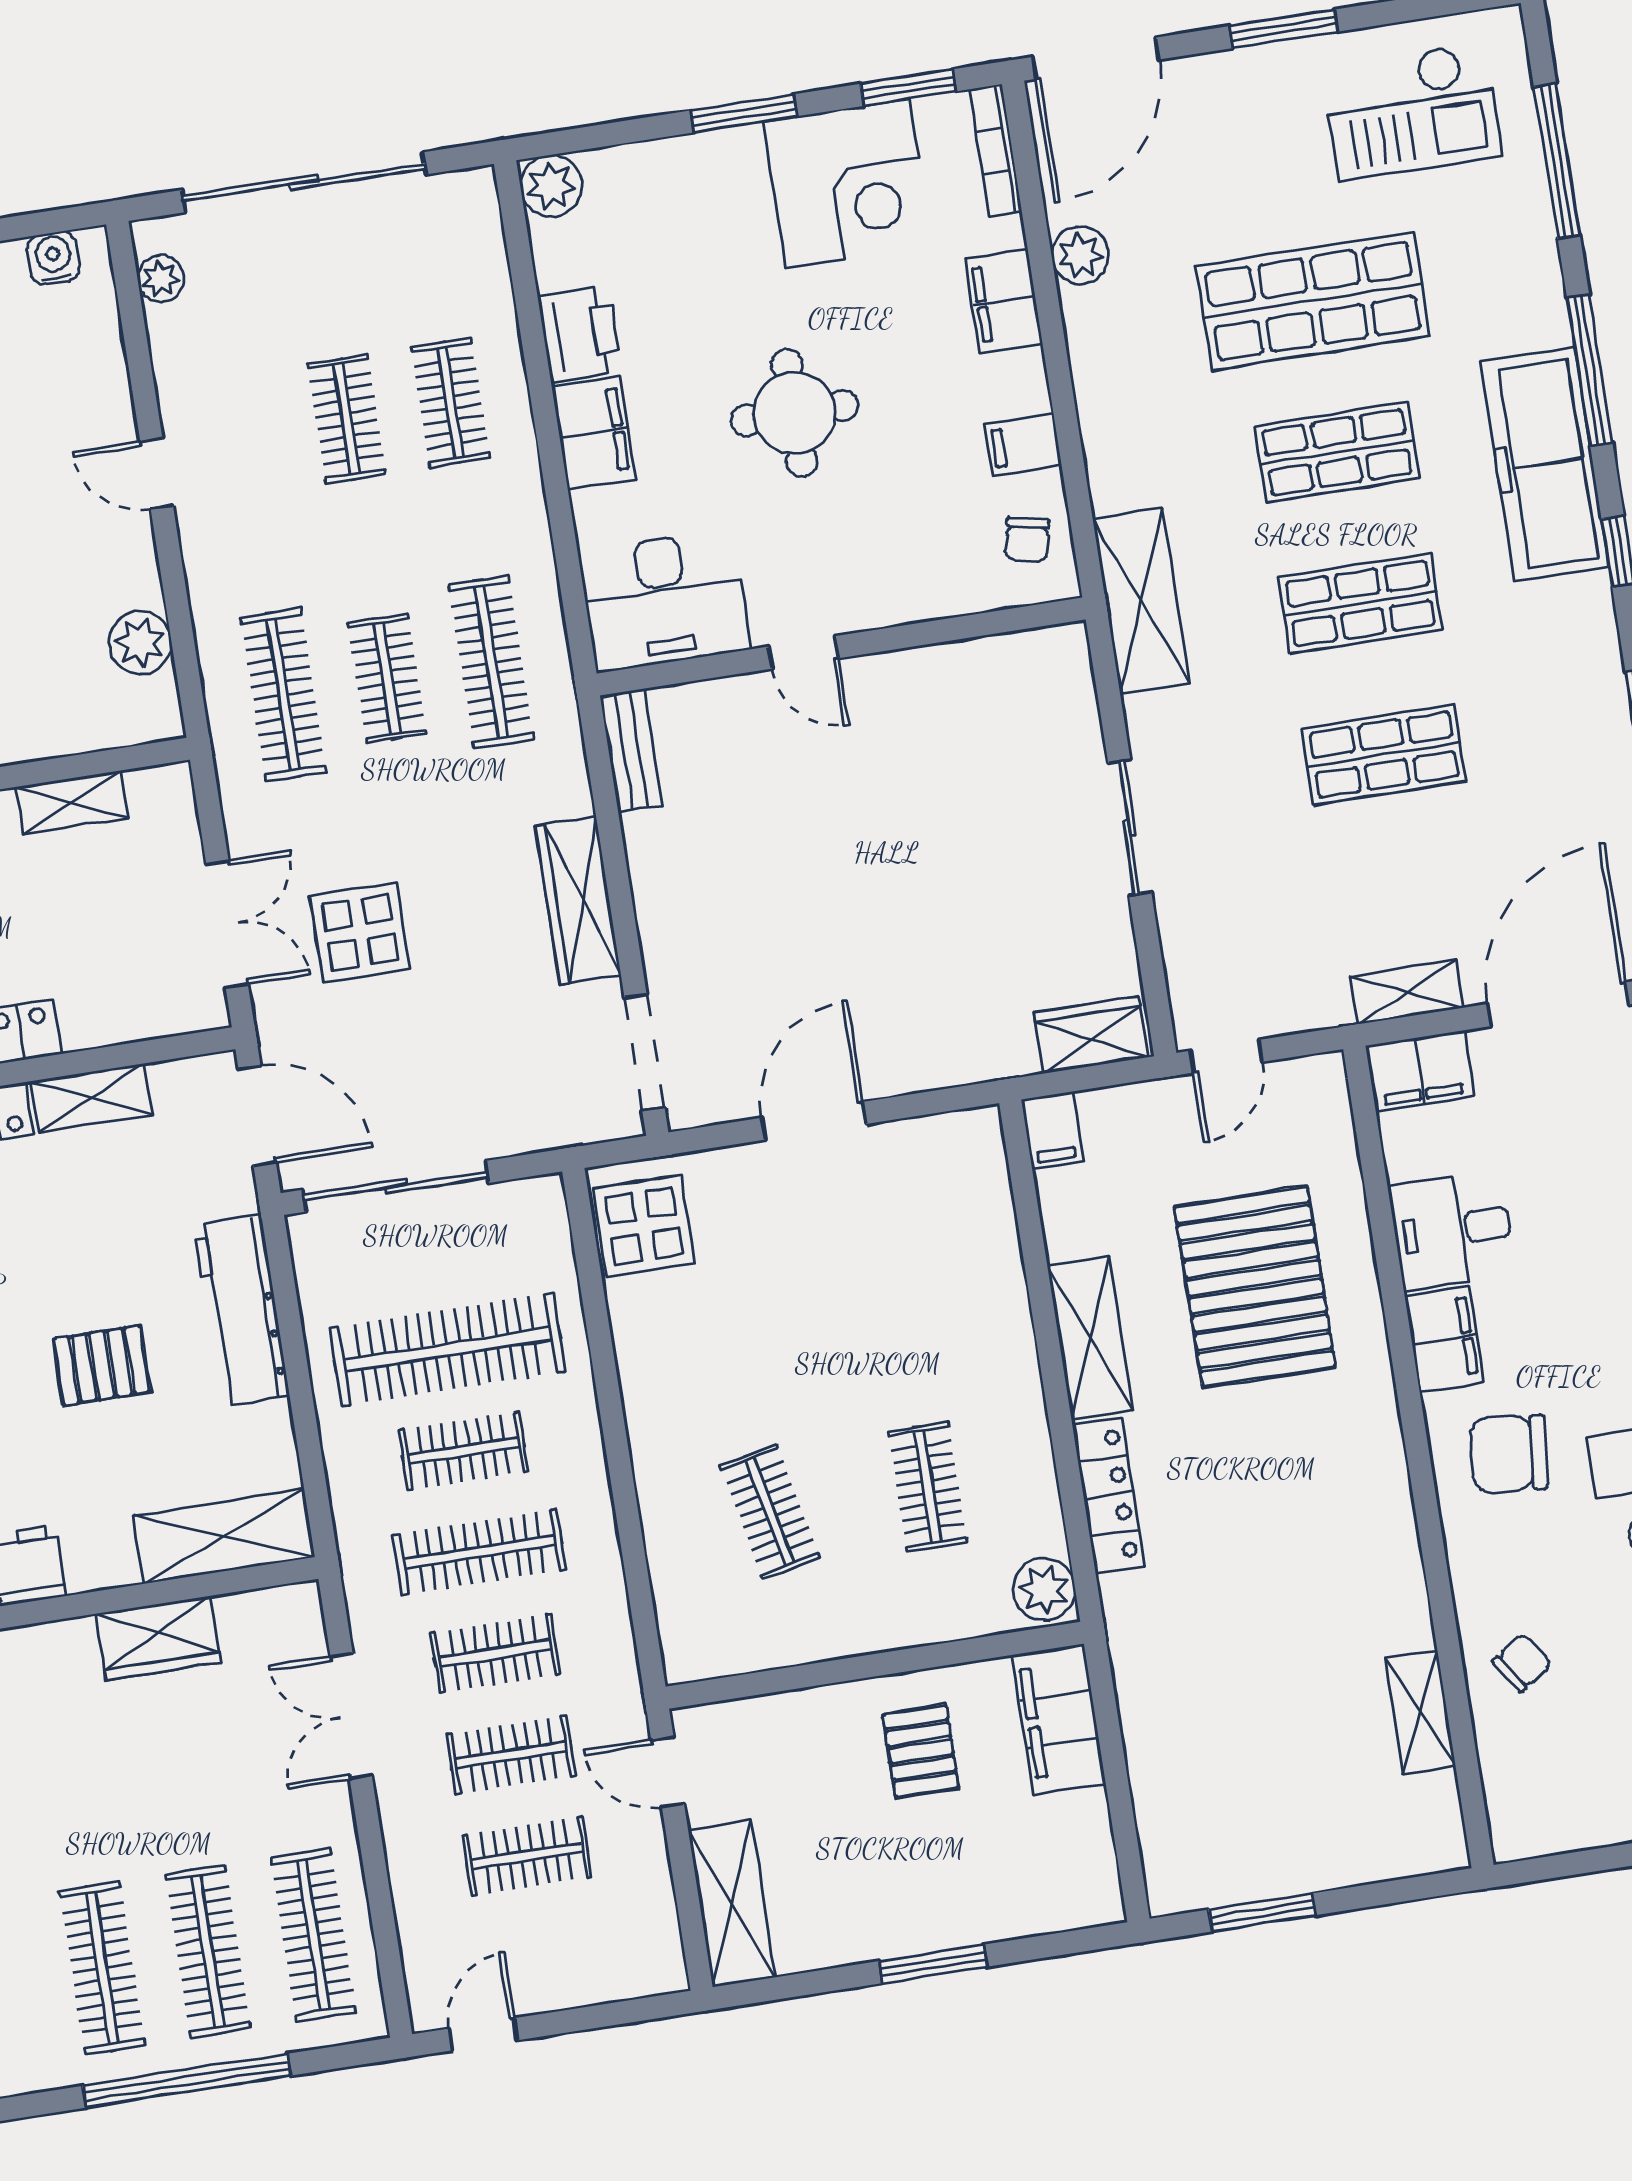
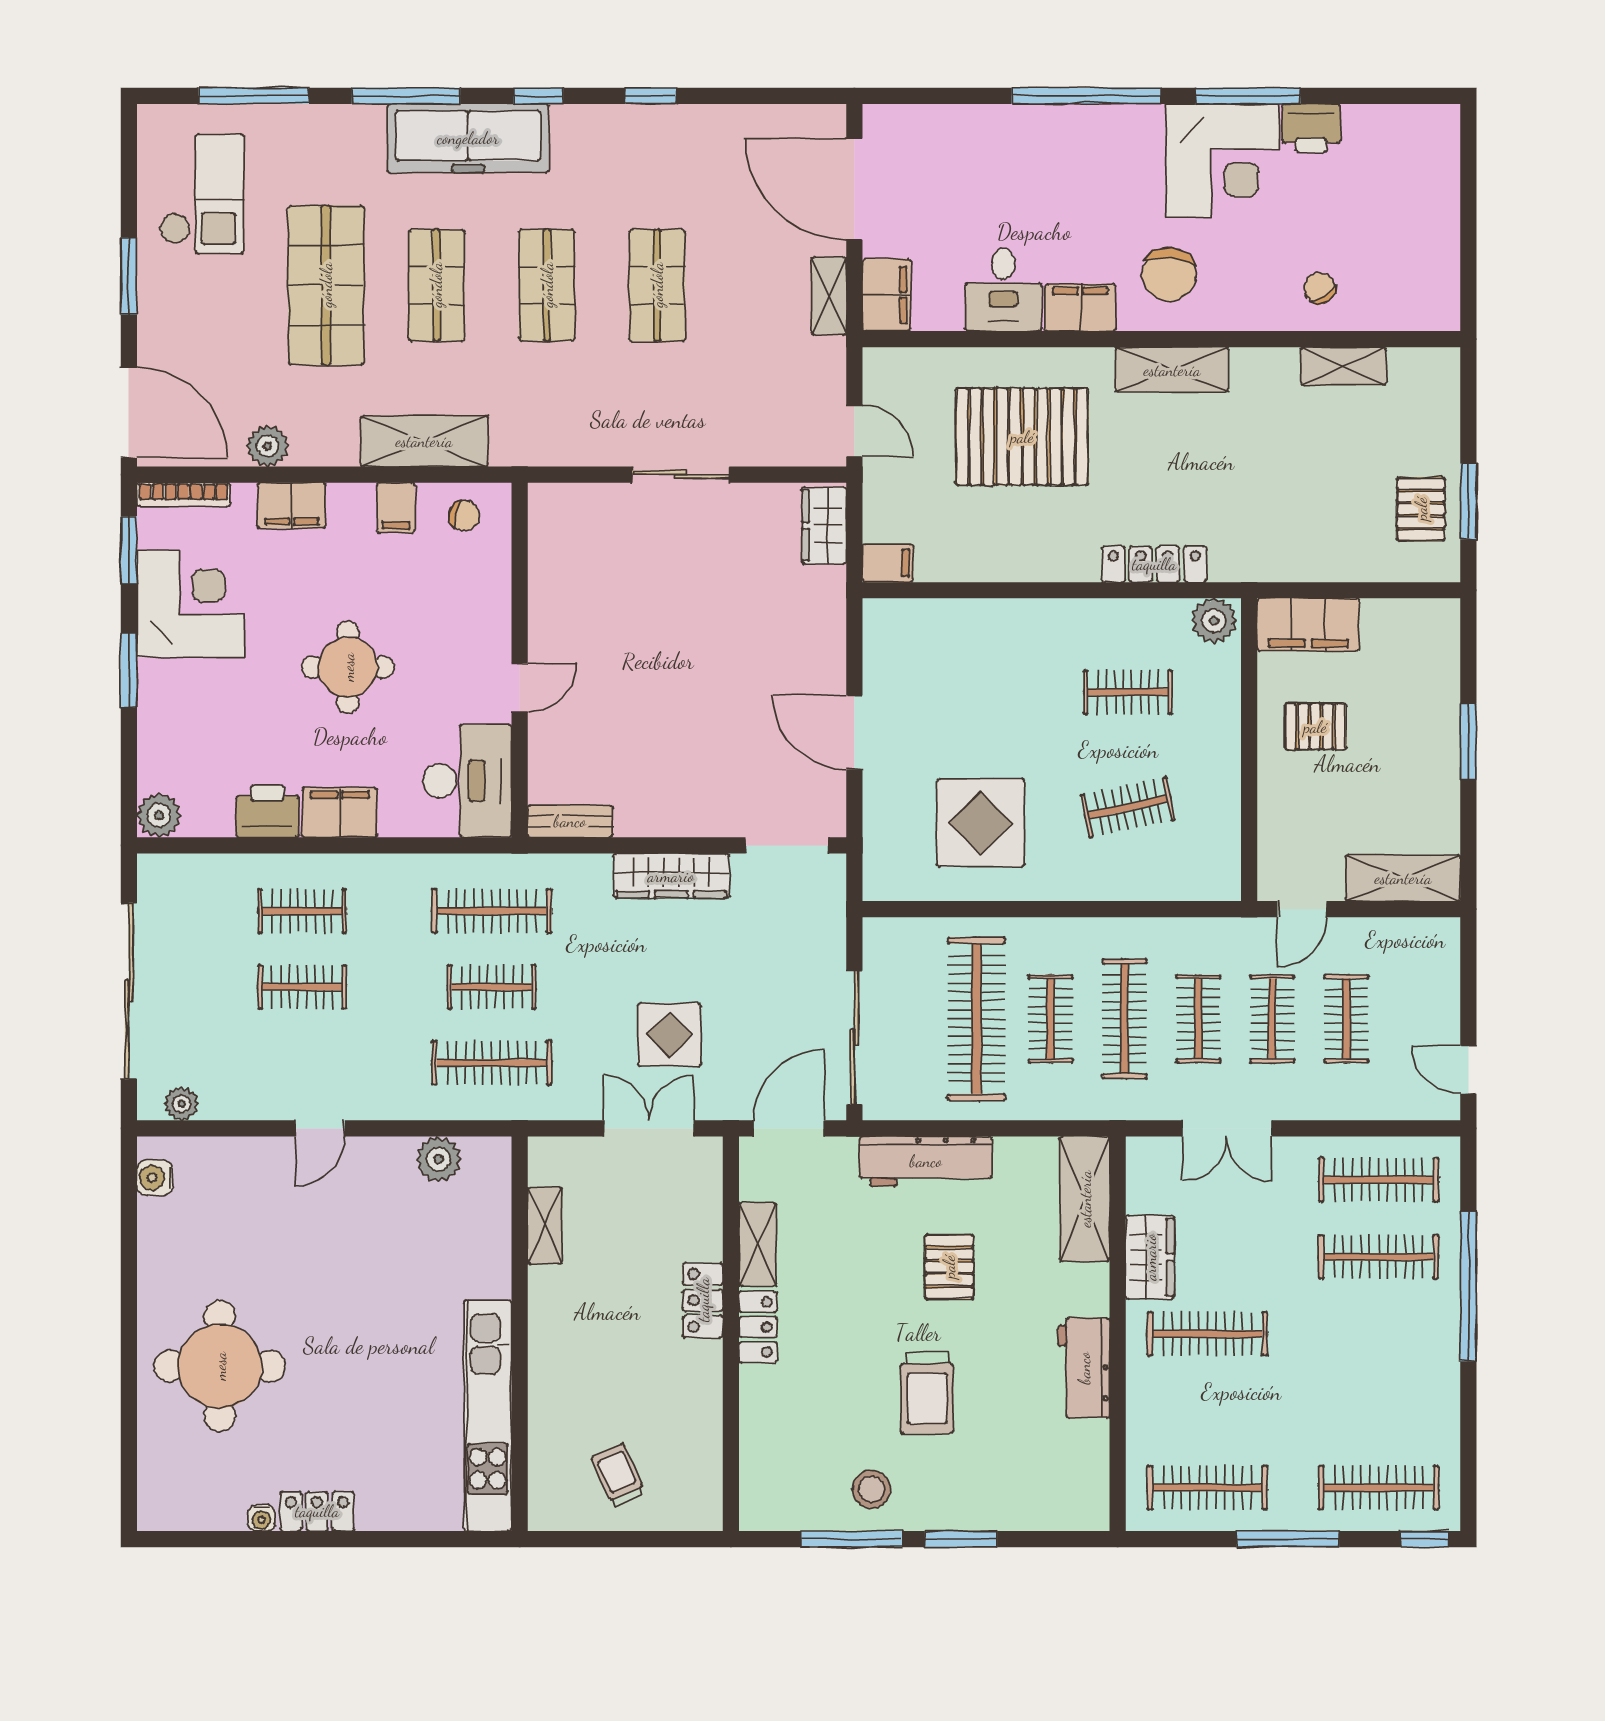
shelving: (1141, 601) -> (424, 441), moved
display table: (644, 1226) -> (981, 823), moved, width x1.36, depth x1.36
shelving: (1090, 1338) -> (1172, 370), moved
pallet: (1241, 1849) -> (1421, 509), added
clothes rail: (102, 1968) -> (1207, 1334), moved

